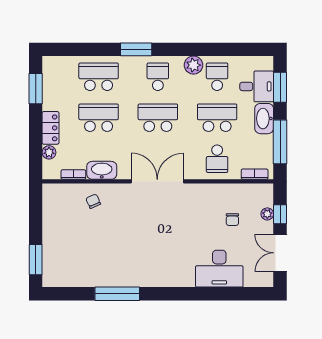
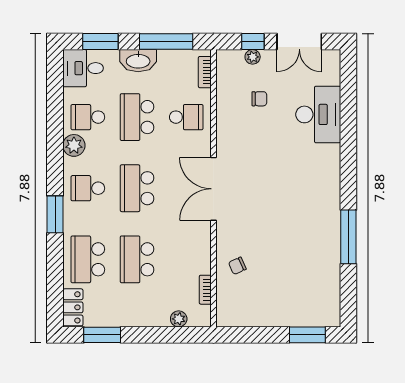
desk: (257, 86) -> (83, 68), moved, turned -90
locker: (50, 128) -> (73, 307), moved, turned 90
washbasin: (102, 170) -> (200, 256), removed

